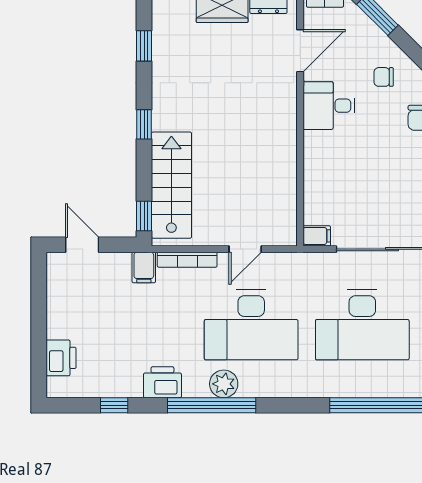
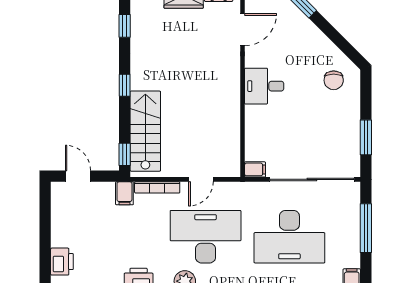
chair: (384, 77) -> (306, 49), removed
desk: (329, 106) -> (264, 86), moved
desk: (251, 325) -> (206, 237), turned 180

